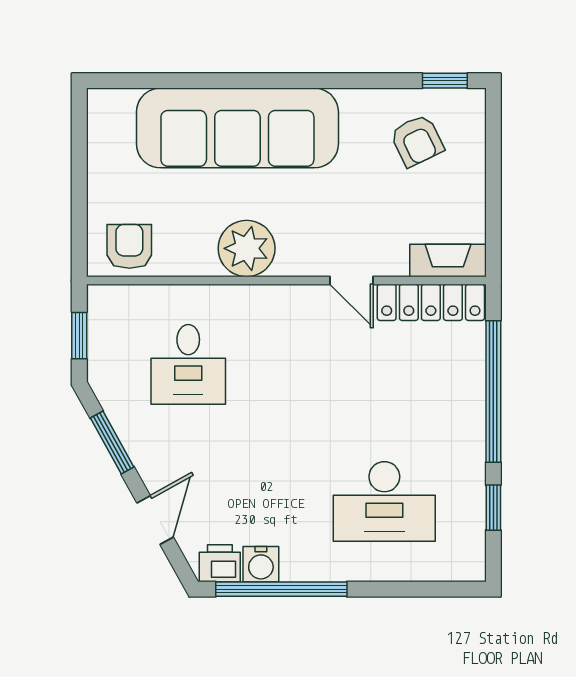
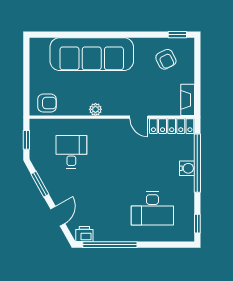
armchair: (129, 246) -> (47, 103), turned 90
plant: (247, 248) -> (95, 109), width x0.53, depth x0.53
fireplace: (448, 260) -> (188, 100), moved, turned -90
desk: (188, 364) -> (71, 152), turned 180
window: (493, 508) -> (197, 224), moved
water cooler: (261, 564) -> (187, 168), moved, turned -90

